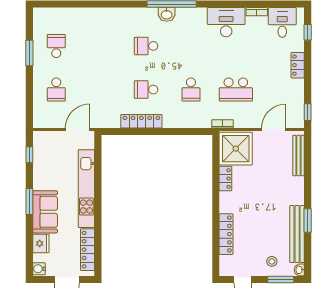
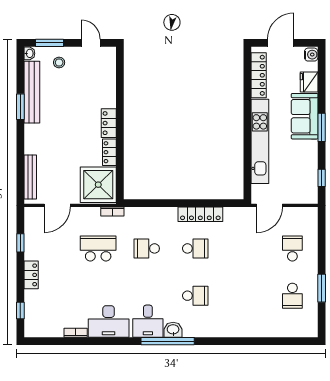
desk: (282, 22) -> (148, 321), moved
school desk: (191, 90) -> (147, 248), turned -90
window: (308, 112) -> (20, 243), moved
locker: (226, 234) -> (109, 123), moved, width x0.66

